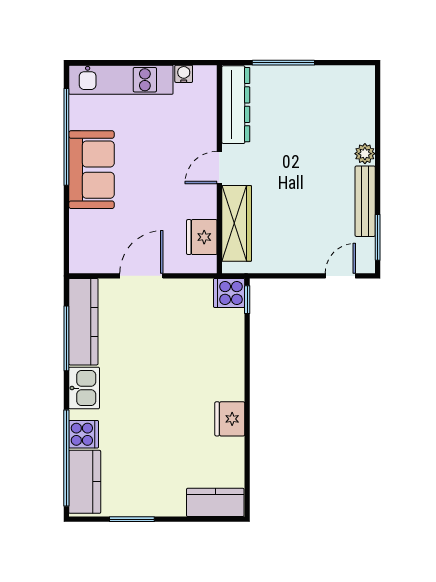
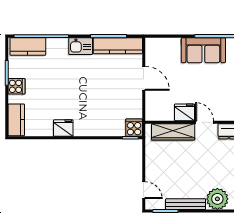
plant: (365, 154) -> (217, 199), width x1.88, depth x1.88
fridge: (202, 237) -> (185, 112), moved
cooker: (84, 434) -> (17, 86), moved, turned -90

